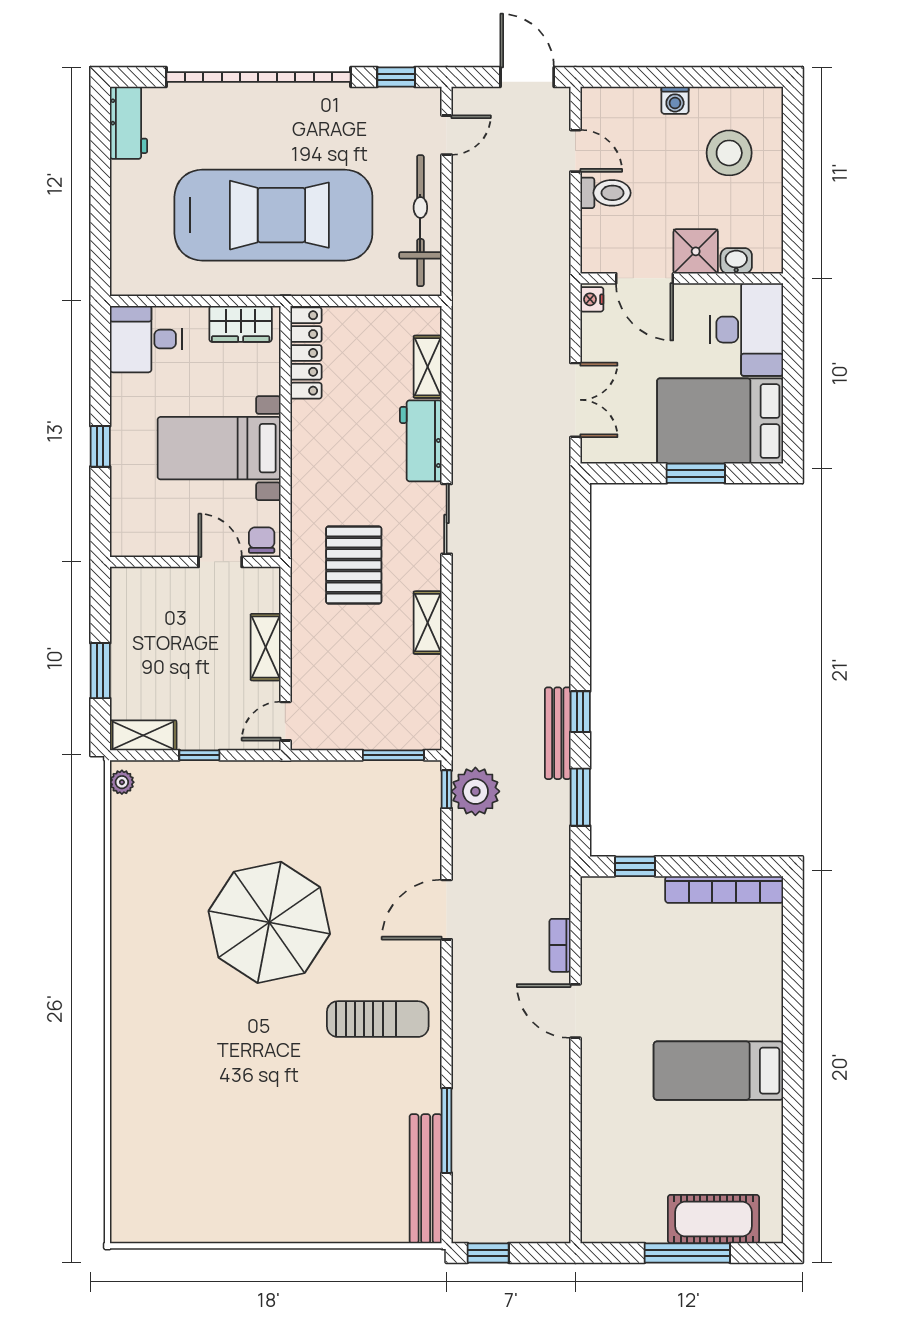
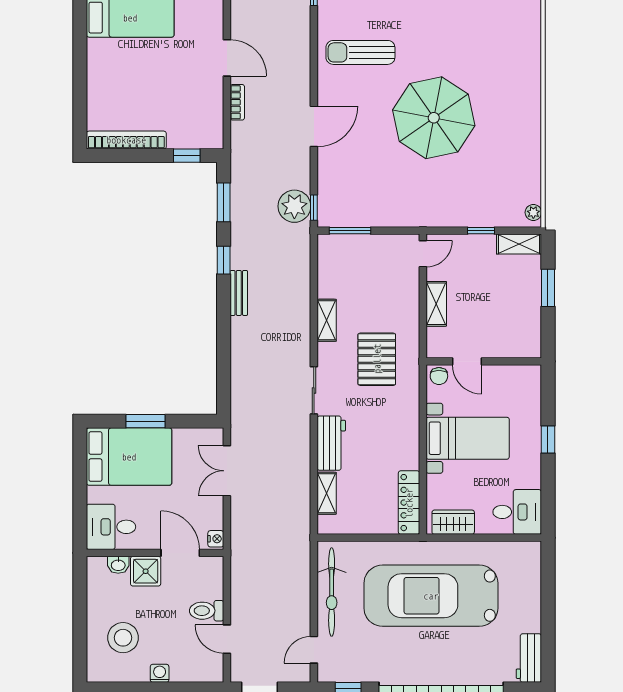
desk: (747, 330) -> (111, 527), width x0.73
bench: (558, 733) -> (239, 293), moved, width x0.73

